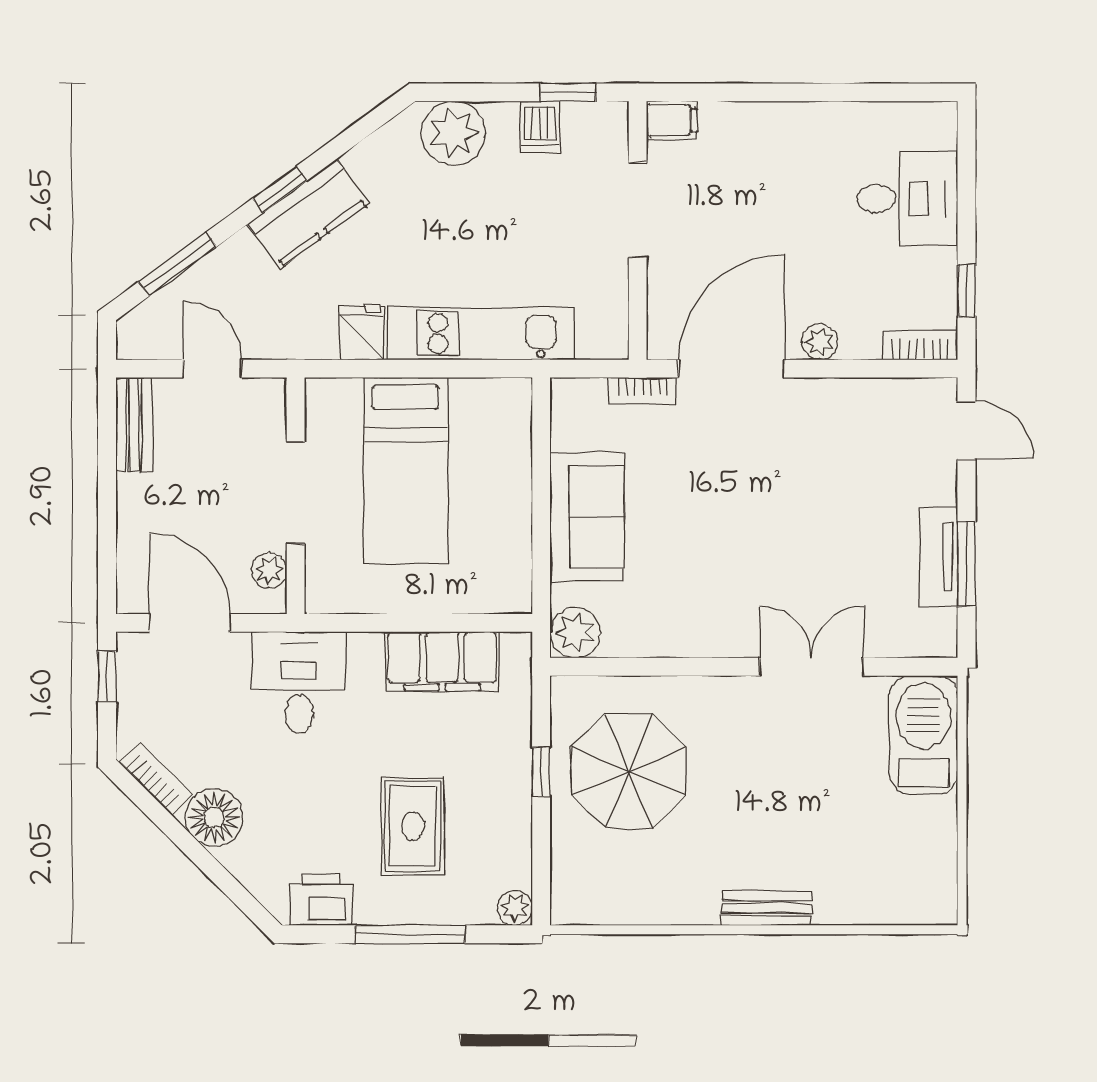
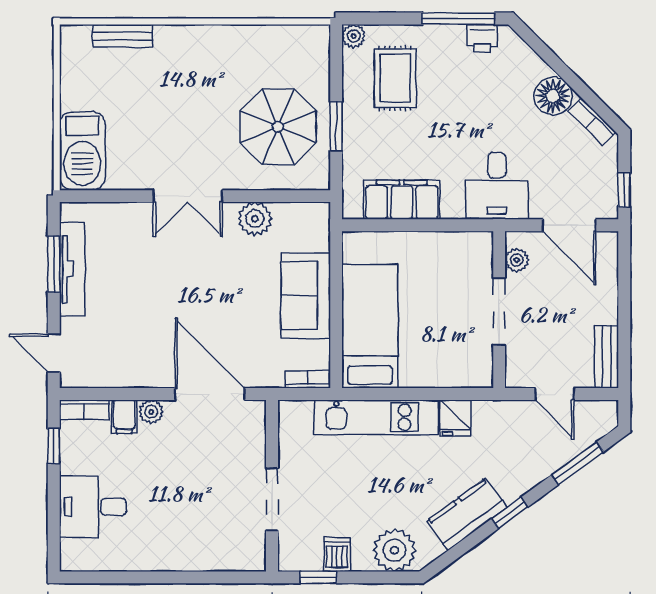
filing cabinet: (672, 120) -> (124, 417), moved, turned -90
kitchen counter: (308, 214) -> (467, 514), moved
door: (731, 369) -> (210, 394), swing flipped
bookcase: (643, 391) -> (308, 379), moved
bed: (406, 471) -> (370, 326), moved
tv unit: (939, 557) -> (72, 269), width x1.41
plant: (575, 633) -> (255, 219), moved
double door: (812, 667) -> (188, 196), moved
window: (541, 772) -> (336, 127), width x1.50
rug: (413, 826) -> (395, 78), moved
printer: (321, 900) -> (482, 38), width x0.73, depth x0.81
bench: (767, 908) -> (123, 36), moved
window: (410, 934) -> (458, 19), moved

